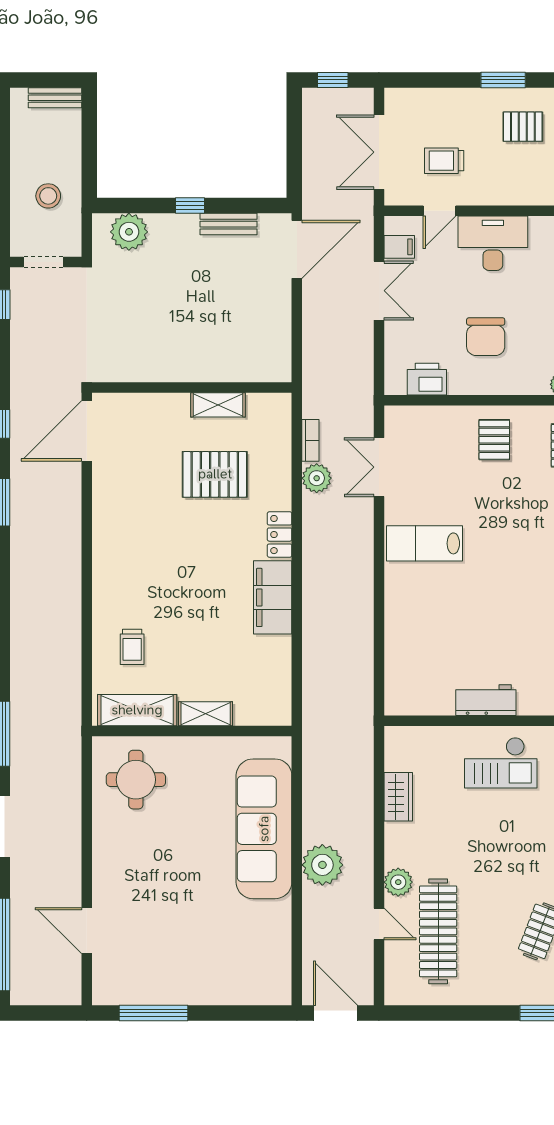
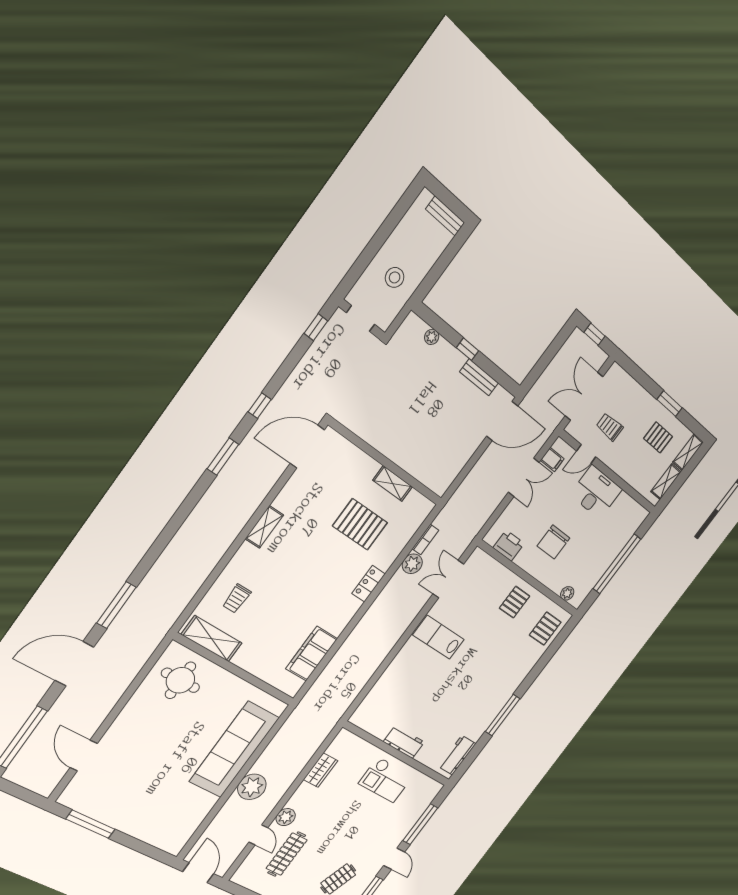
plant: (129, 232) -> (432, 337), width x0.53, depth x0.53
filing cabinet: (273, 597) -> (312, 654), moved
shelving: (206, 714) -> (264, 527), moved, turned 90
clothes rail: (438, 931) -> (287, 854), width x0.73, depth x0.76

